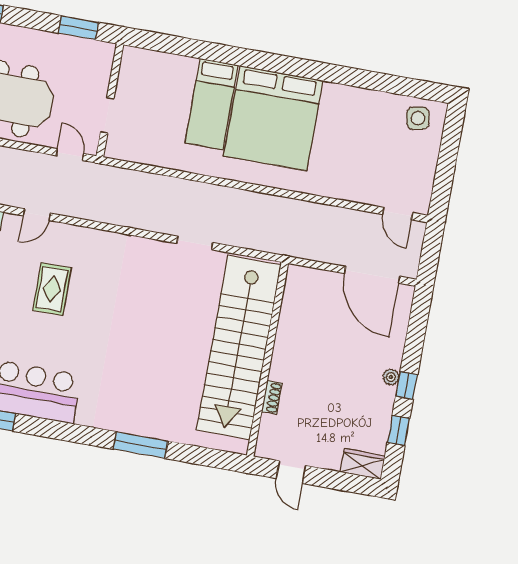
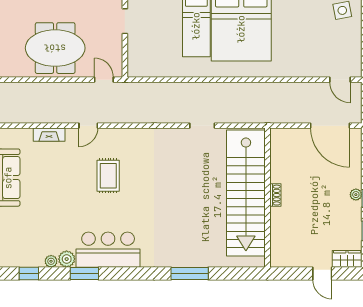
doorway: (107, 115) -> (125, 21), moved
shoe rack: (272, 397) -> (275, 195), moved
door: (291, 472) -> (322, 273), moved

